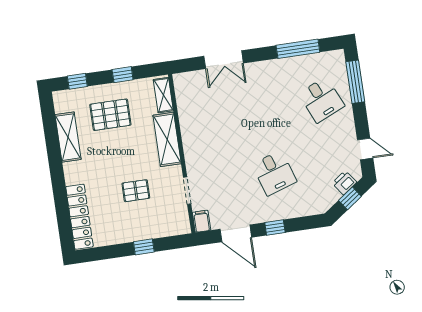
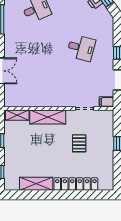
pallet: (110, 115) -> (25, 153), removed
desk: (274, 173) -> (81, 48), turned 33
locker: (79, 217) -> (76, 184), moved

